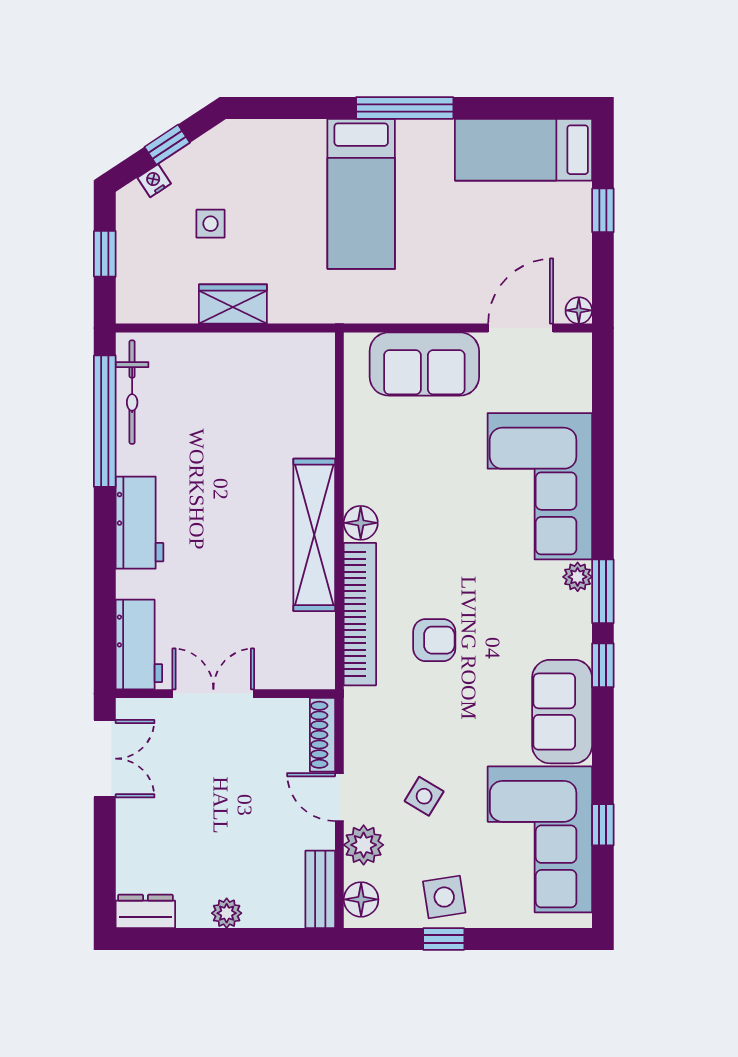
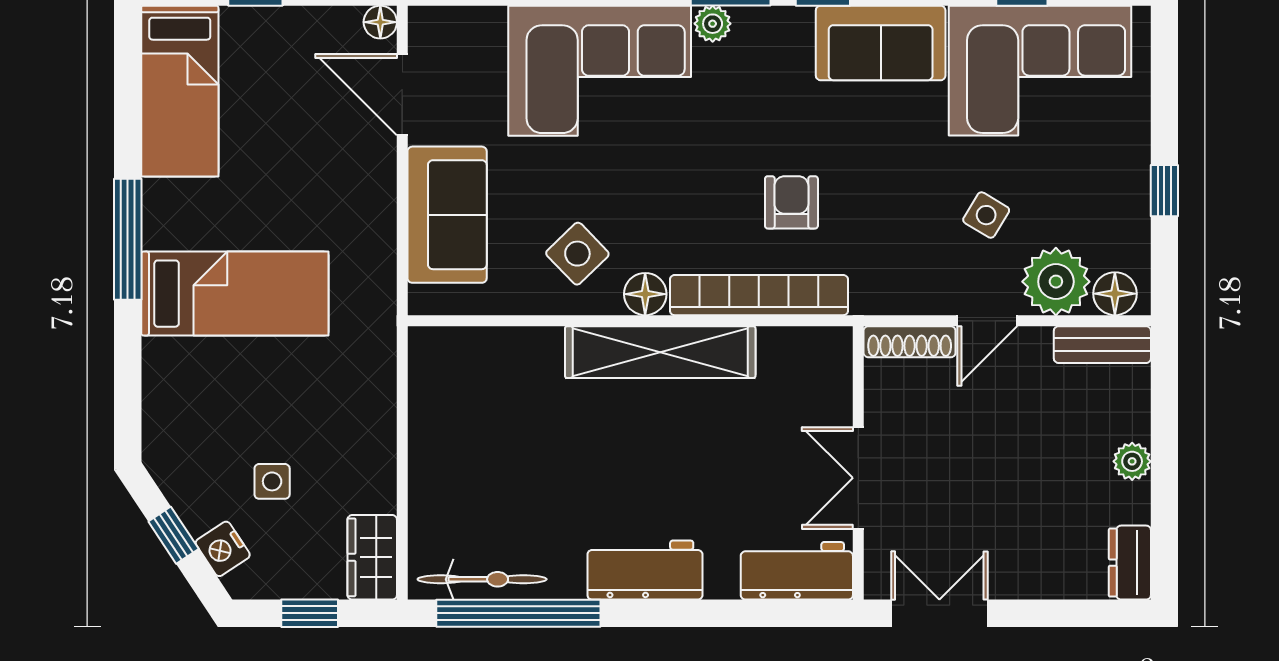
nightstand: (154, 181) -> (223, 549), width x1.39, depth x1.35
wardrobe: (233, 304) -> (372, 557), moved
plant: (364, 845) -> (1056, 282), width x1.36, depth x1.36
side table: (444, 897) -> (577, 254), moved, turned -35

